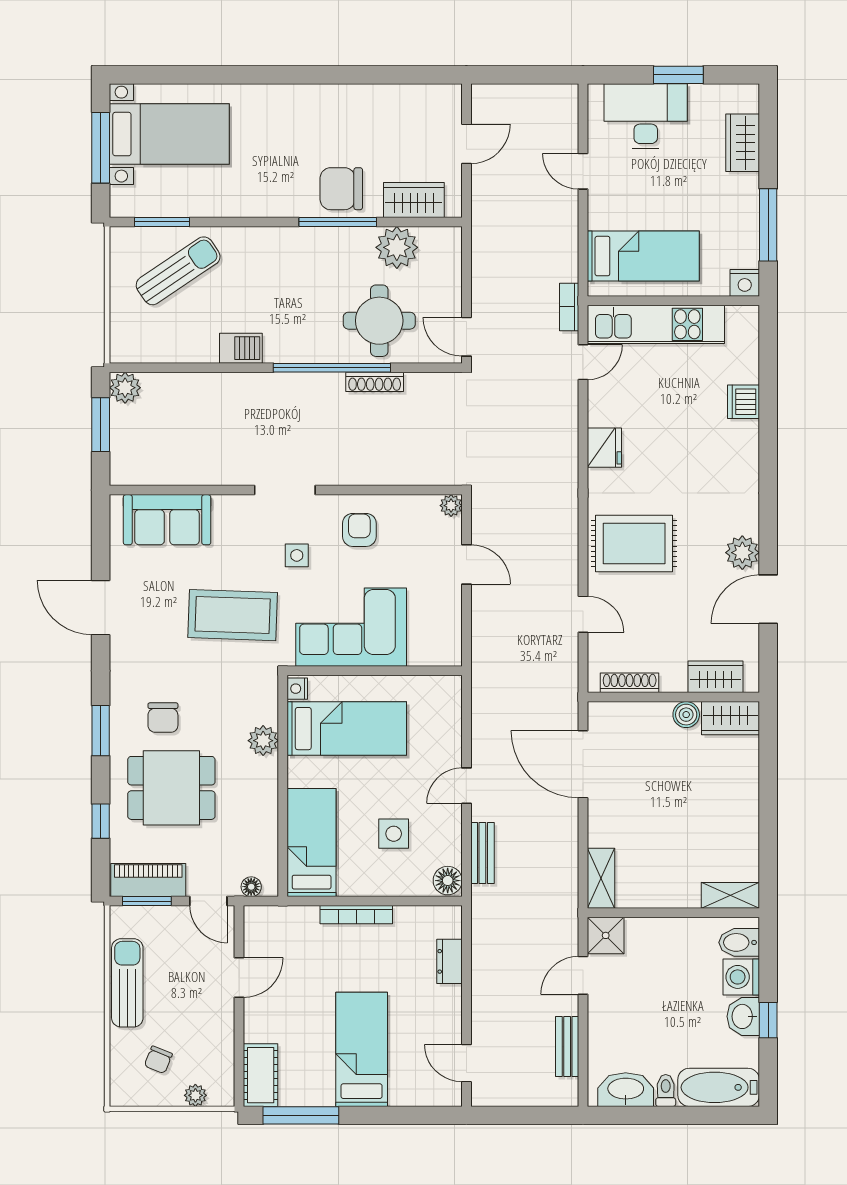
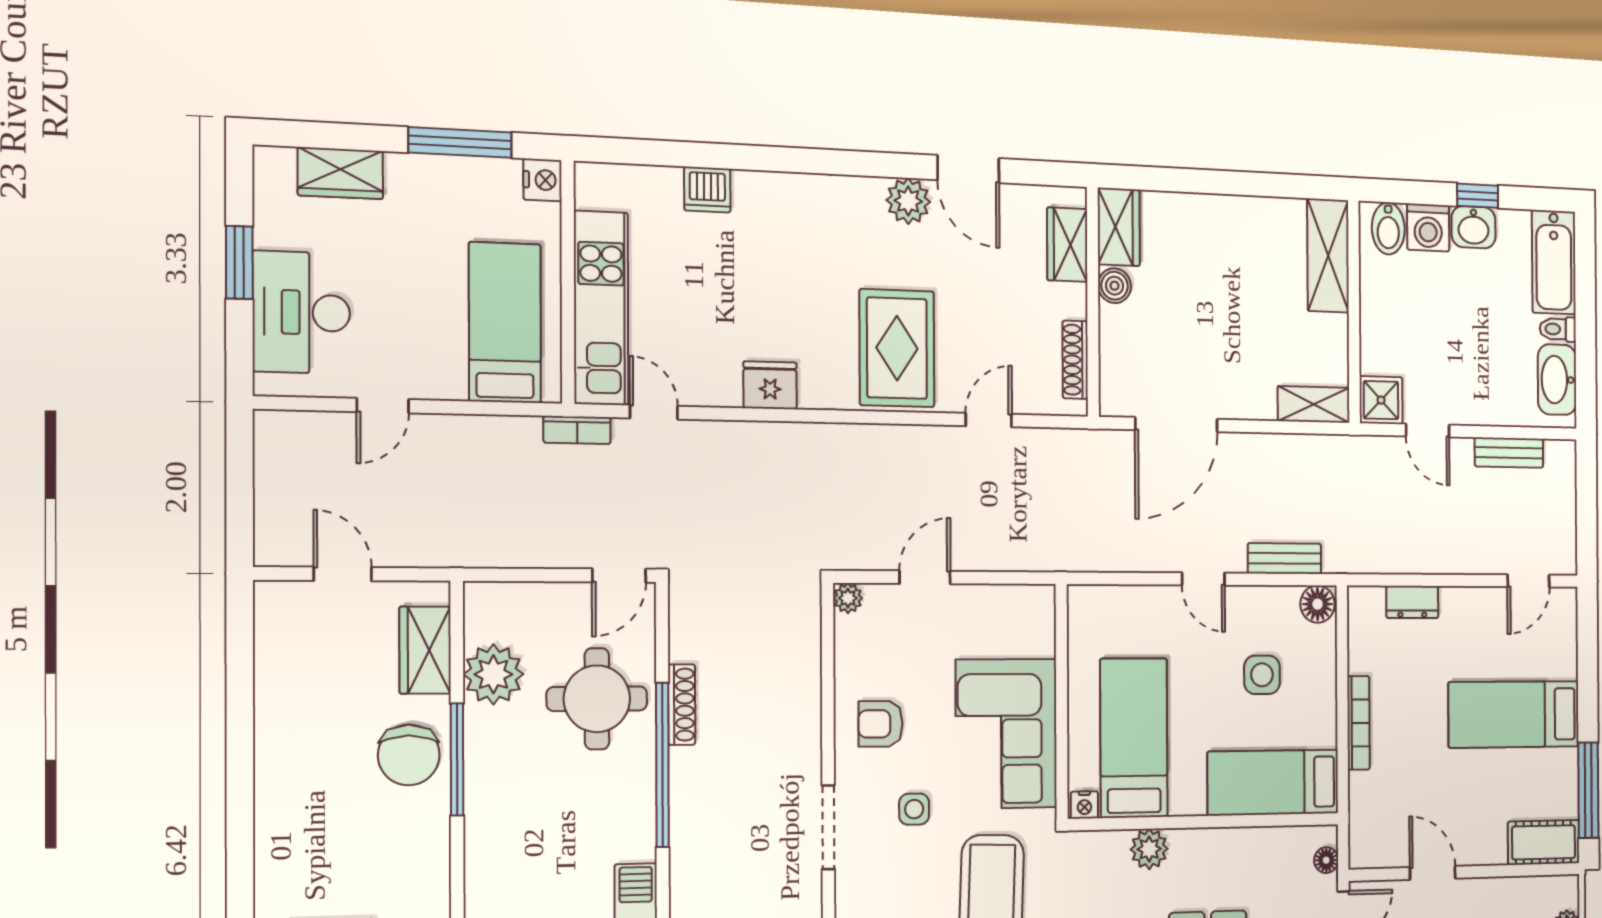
shelving: (730, 895) -> (1328, 256), width x1.50, depth x1.33

